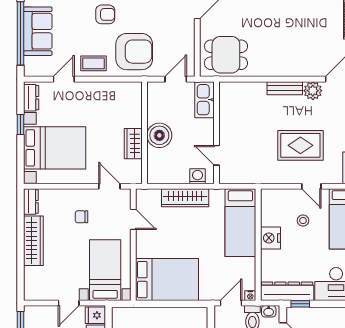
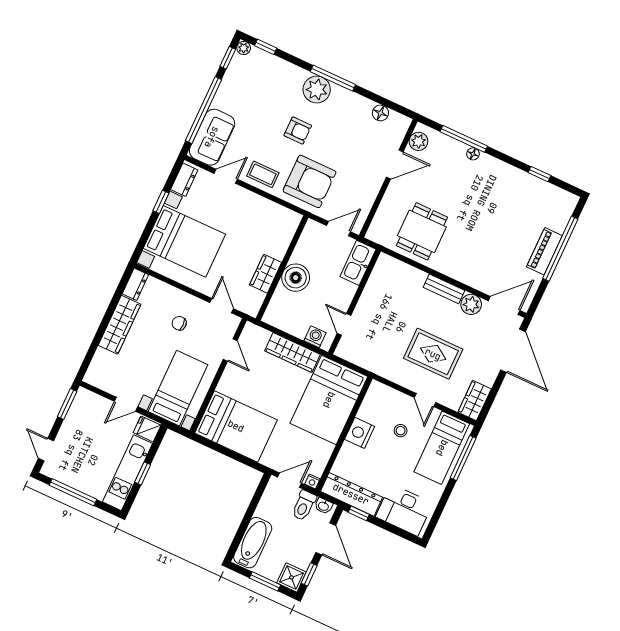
sofa: (38, 31) -> (212, 137), moved
dining table: (226, 55) -> (422, 231), moved, turned 90
bed: (240, 223) -> (329, 400), width x1.50

